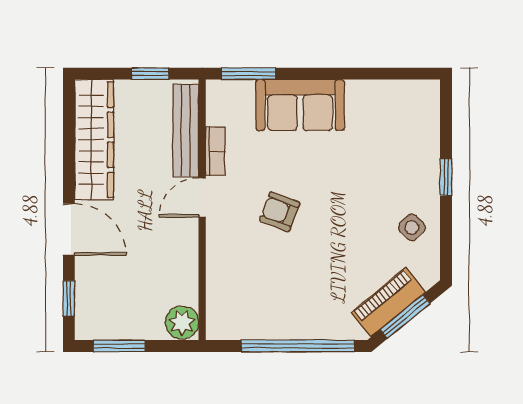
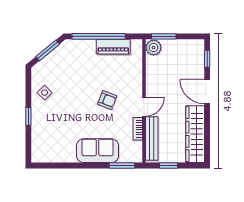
piano: (388, 302) -> (113, 47), moved, turned 39
window: (119, 346) -> (164, 36), moved

